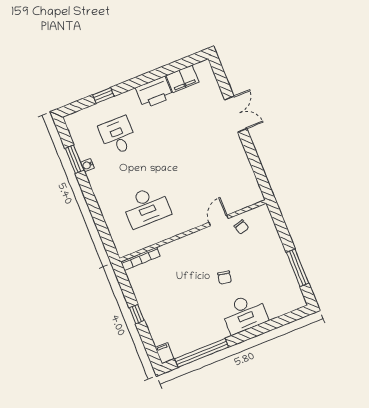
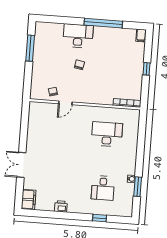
filing cabinet: (182, 79) -> (29, 200), moved, turned 90
printer: (154, 92) -> (61, 206), width x0.53, depth x0.68
window: (202, 353) -> (103, 23), moved

